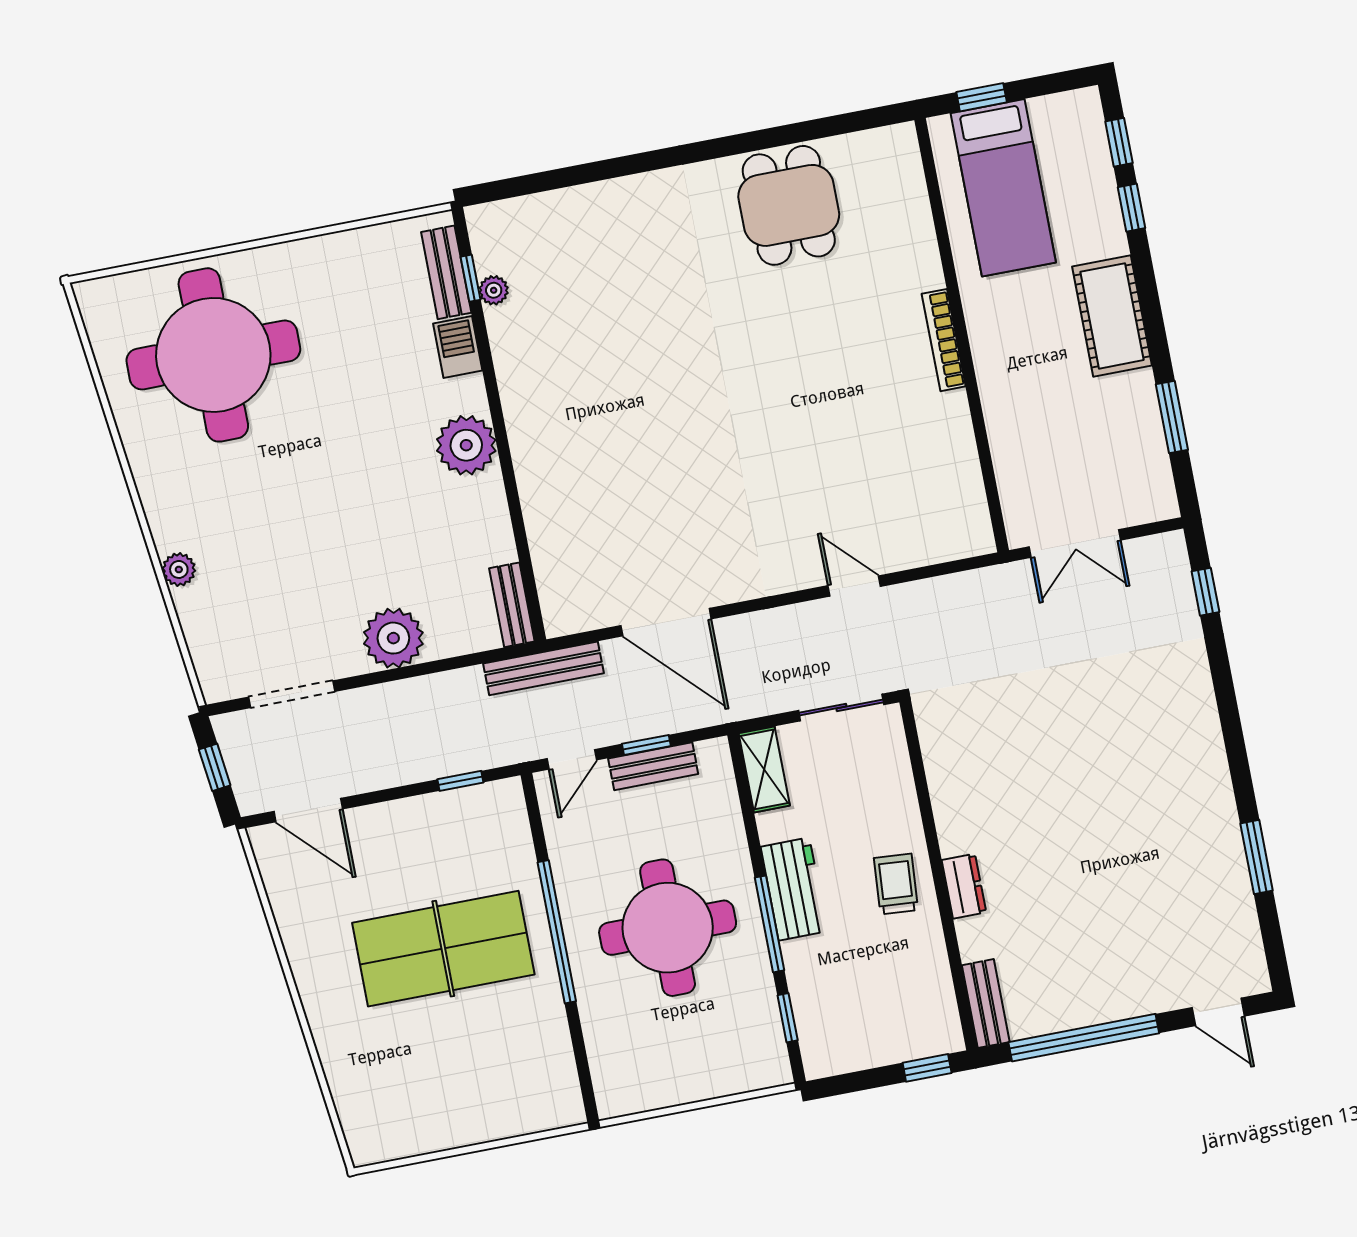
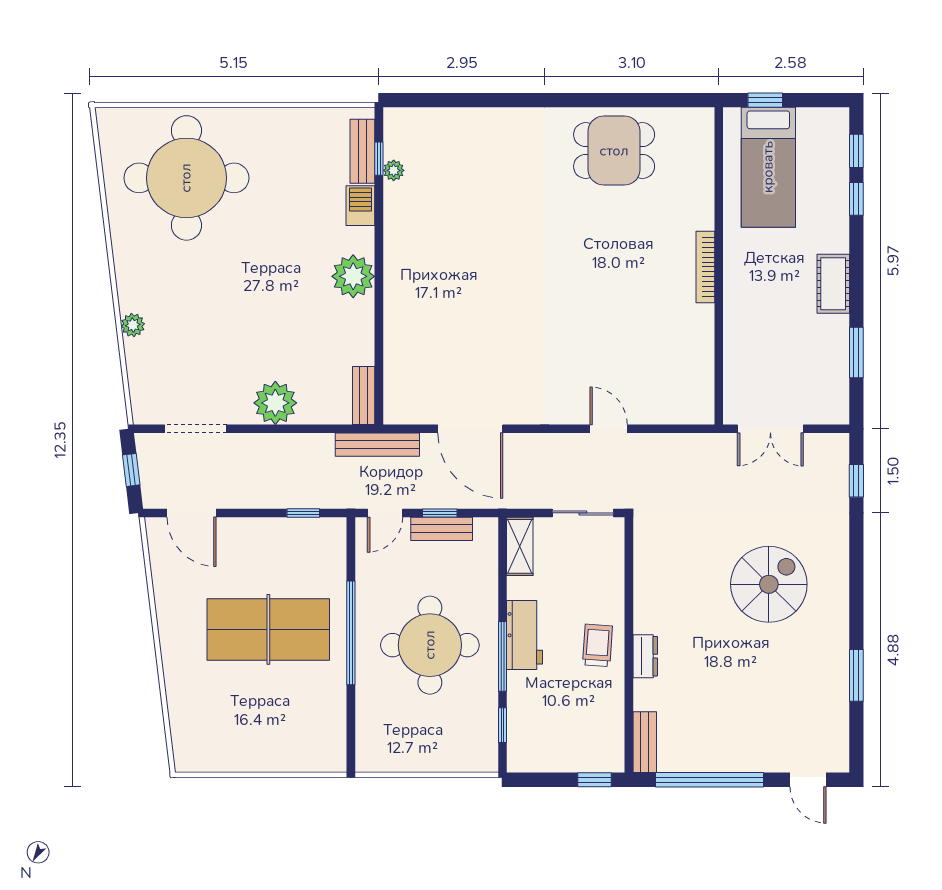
dining table: (789, 205) -> (614, 151), turned 90
cot: (1112, 316) -> (833, 284), width x0.73, depth x0.75
spiral stairs: (1113, 756) -> (769, 584), added

